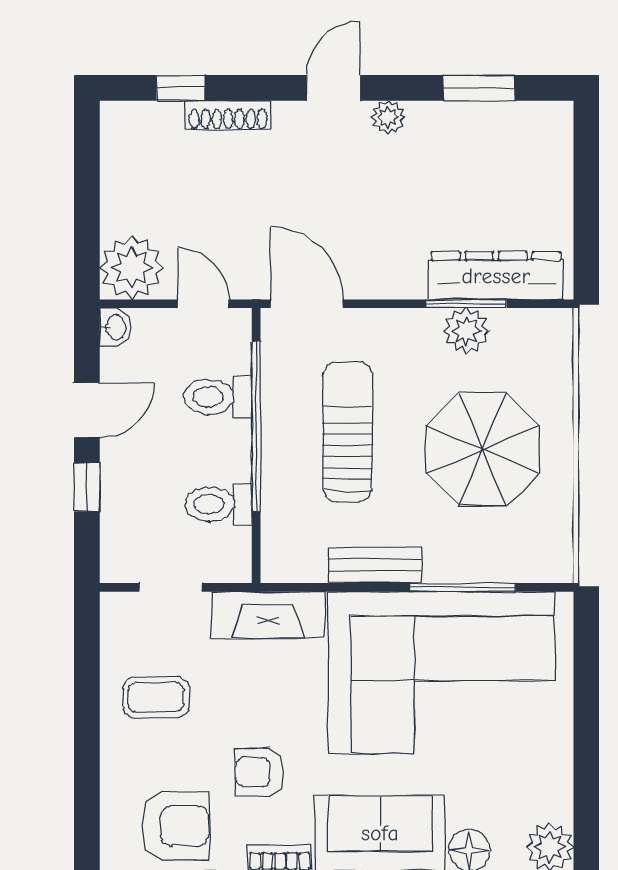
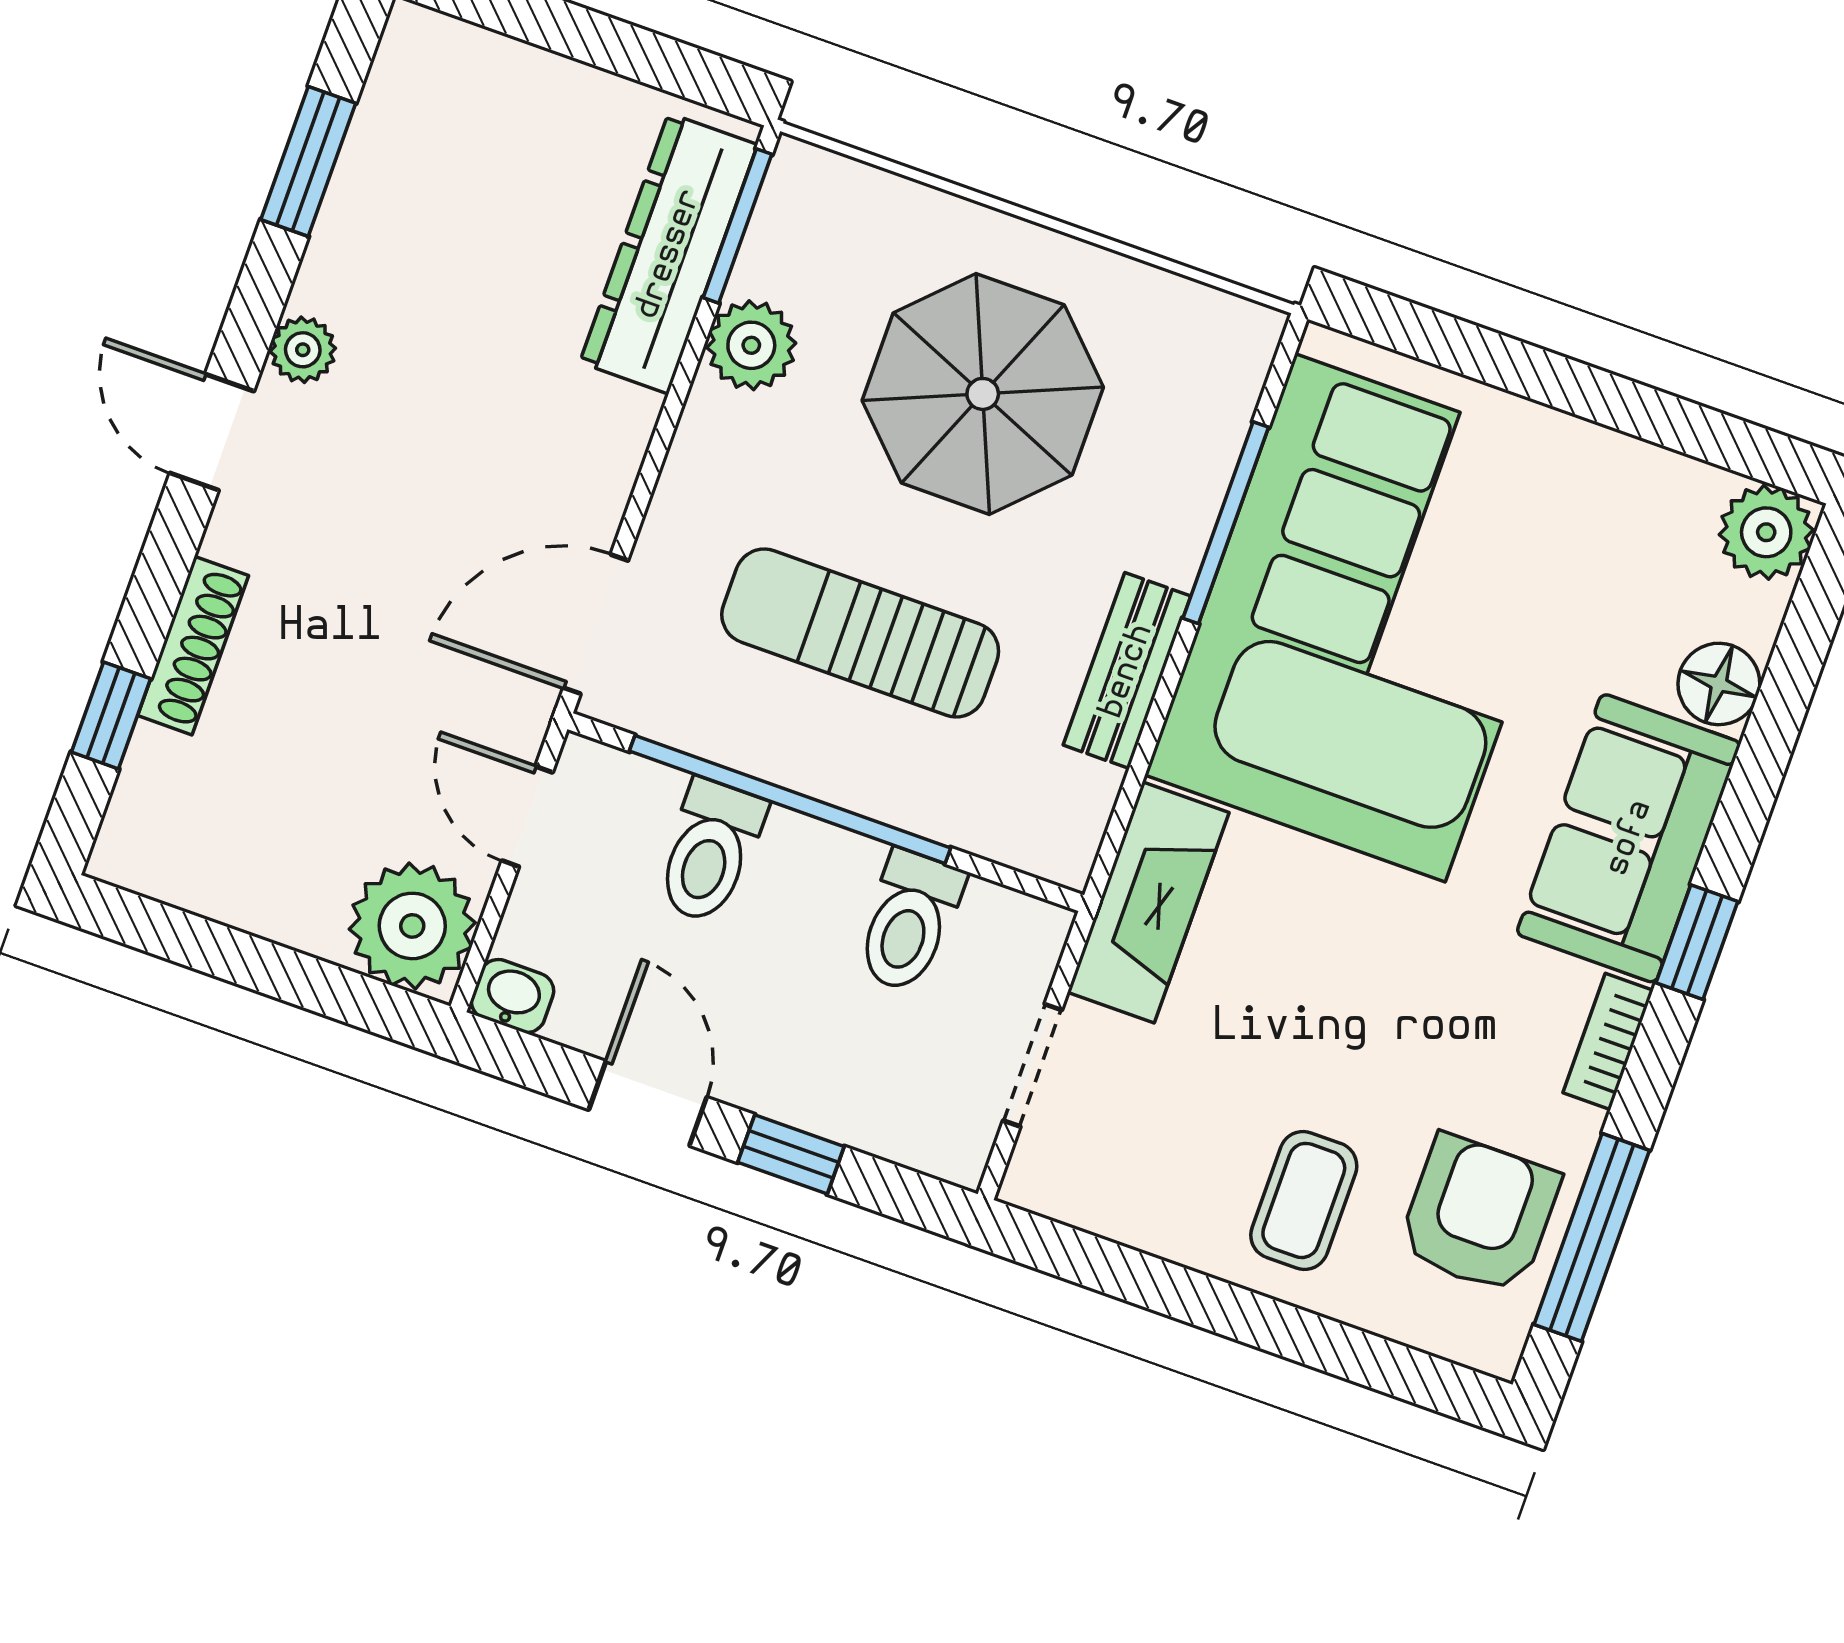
door: (203, 304) -> (527, 817), hinge flipped
window: (466, 304) -> (737, 226), moved
coffee table: (156, 697) -> (1304, 1200), moved
armchair: (259, 772) -> (1435, 1022), removed

